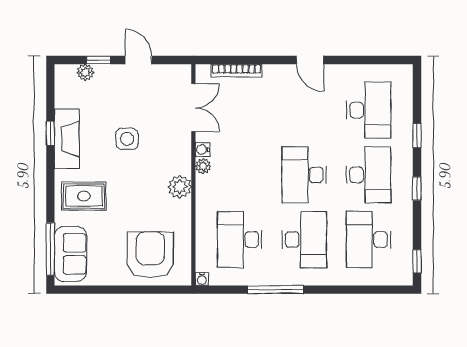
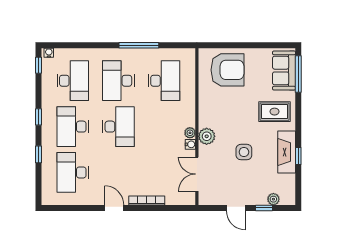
bookcase: (237, 70) -> (147, 201), moved
plant: (180, 187) -> (207, 136), moved
armchair: (150, 255) -> (227, 70), turned -90
water cooler: (202, 279) -> (49, 53), moved

